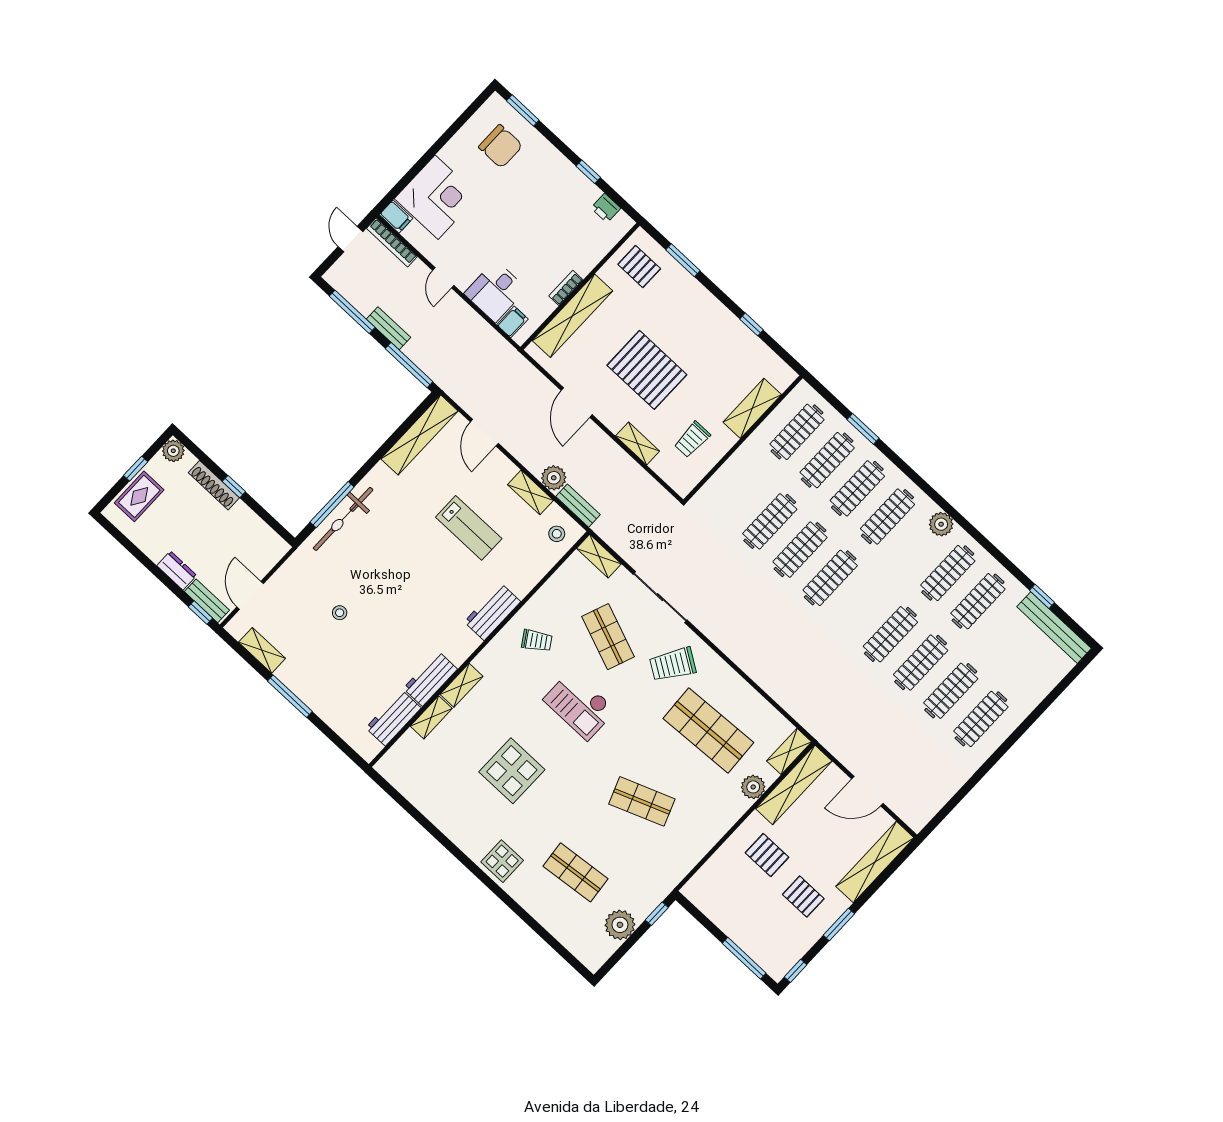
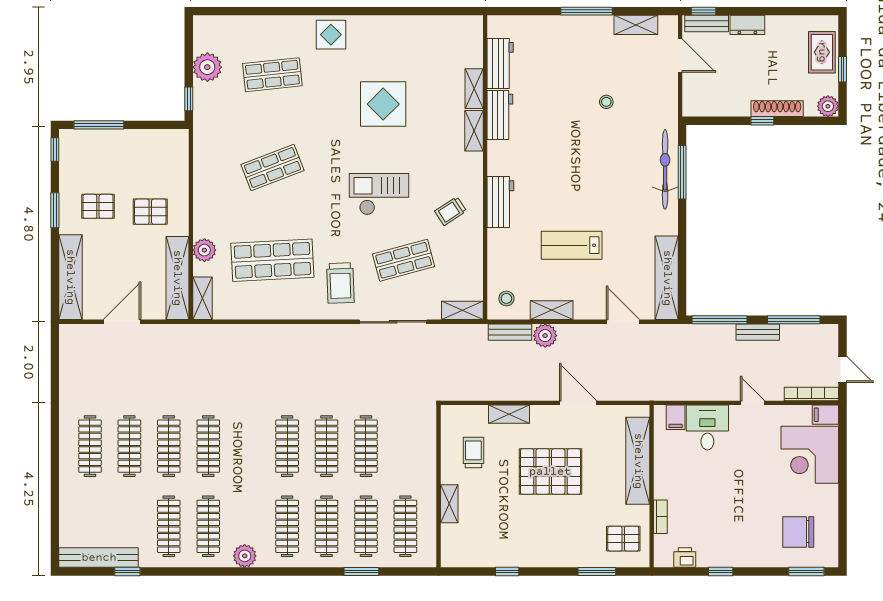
bookcase: (566, 288) -> (660, 517), moved
shelving: (752, 408) -> (449, 504), width x0.67, depth x0.75
shop shelf: (608, 637) -> (404, 260), turned -36
trolley: (673, 664) -> (340, 283), turned 145

